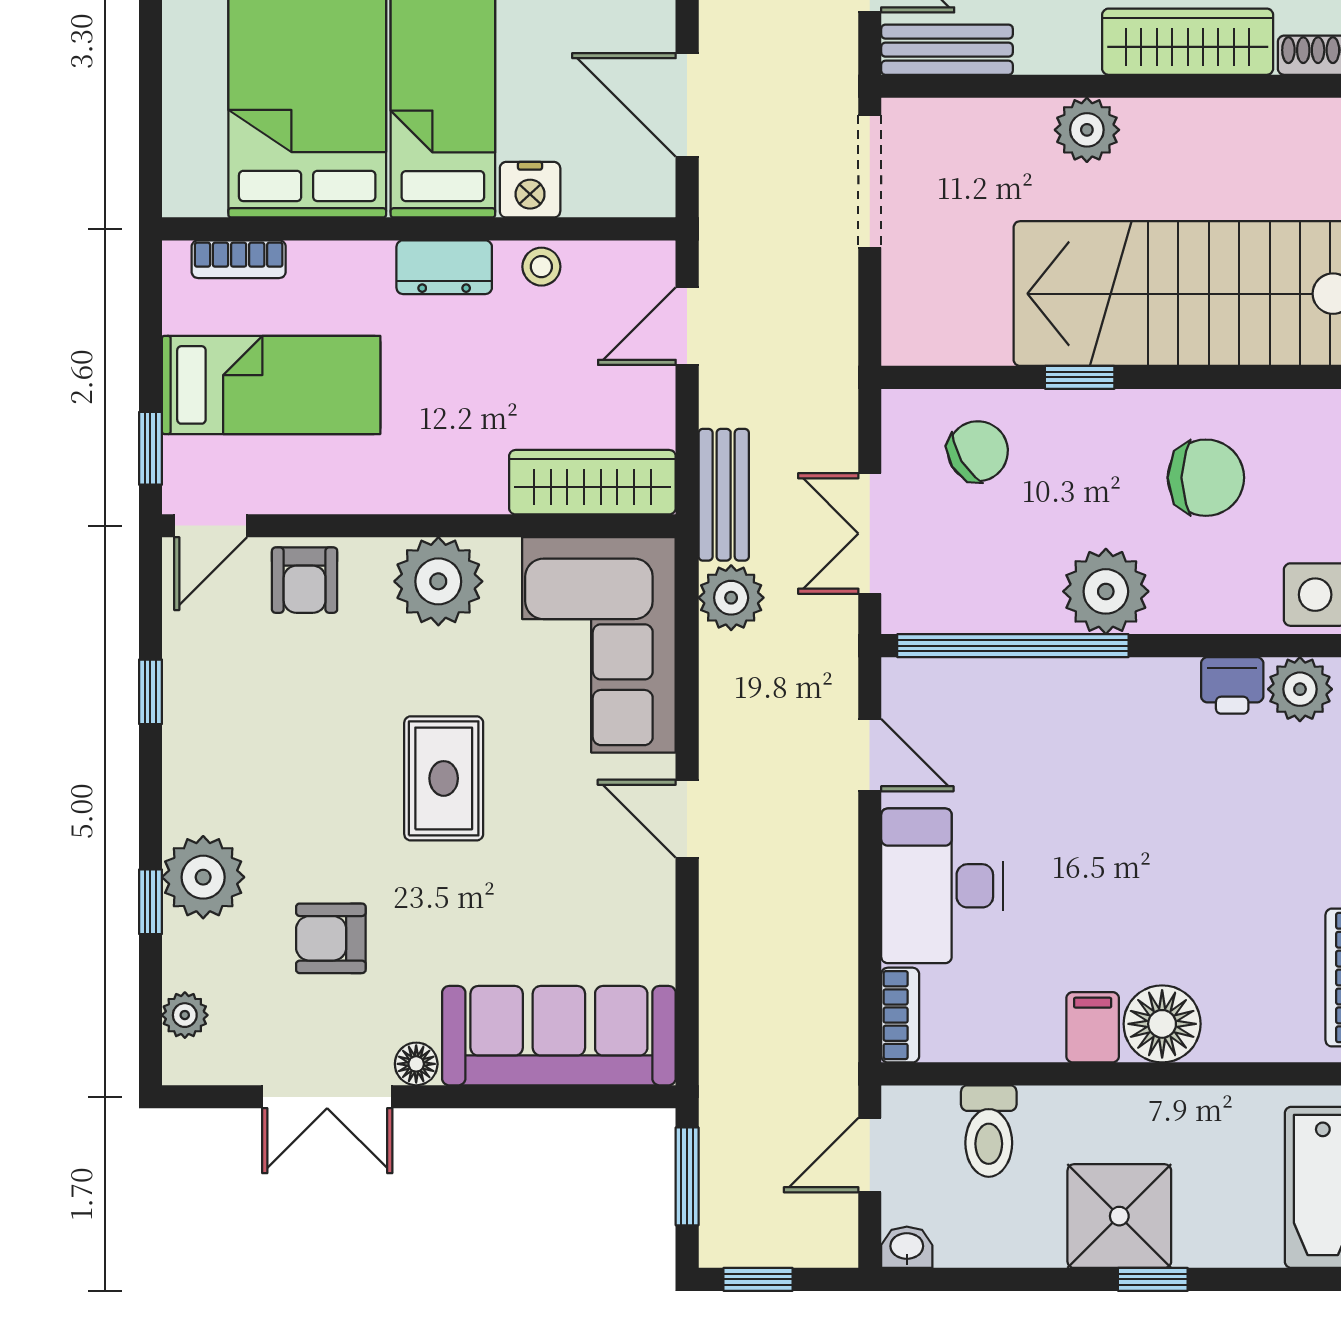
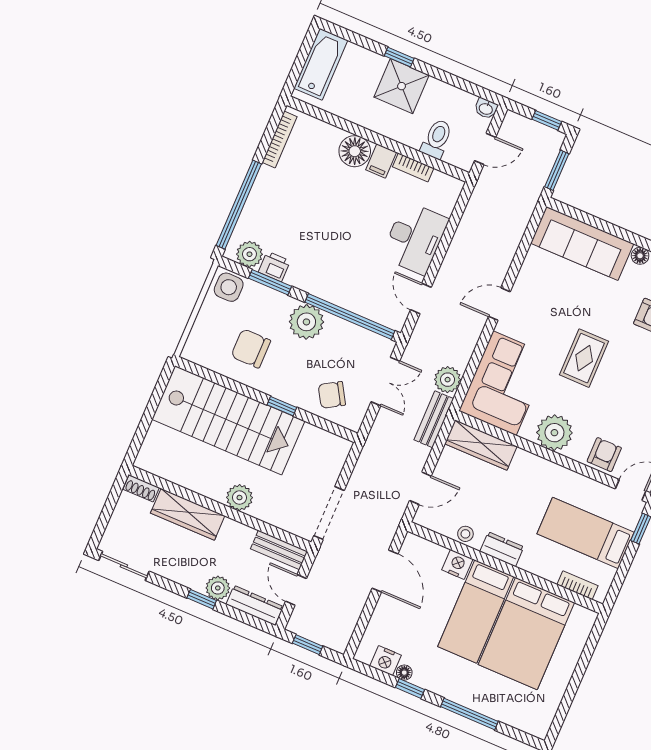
window: (1227, 646) -> (270, 282), added
door: (687, 819) -> (499, 304), swing flipped
bookcase: (900, 1015) -> (413, 168), moved, turned -90

